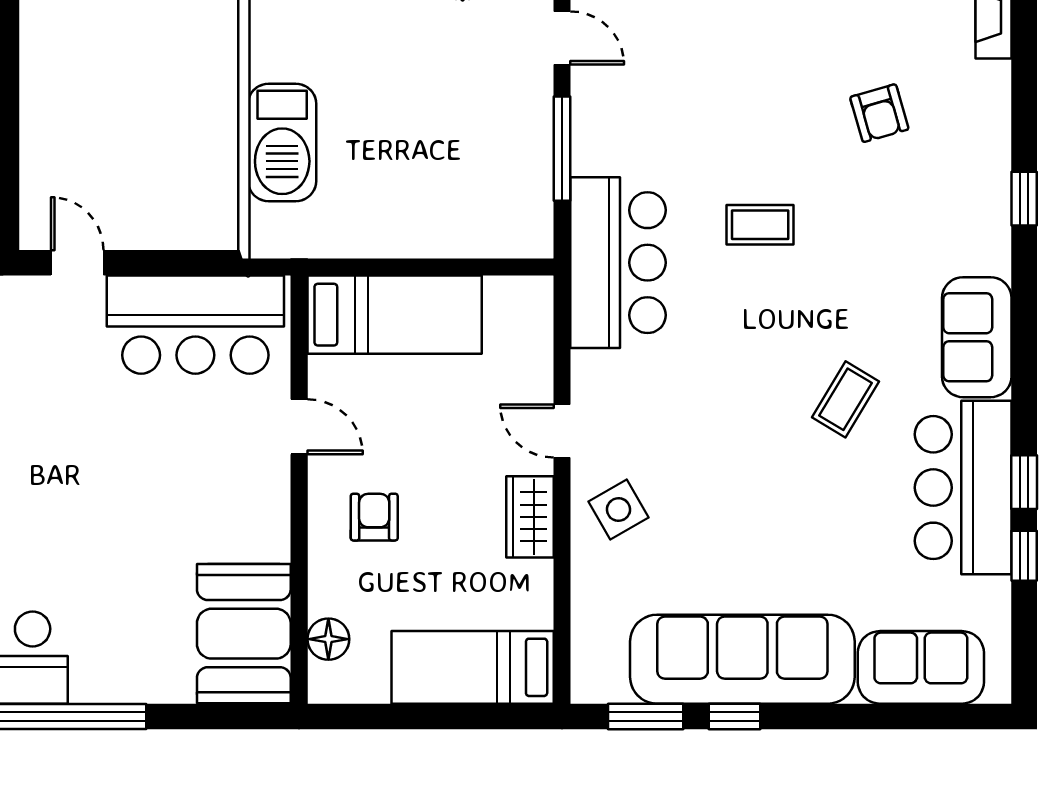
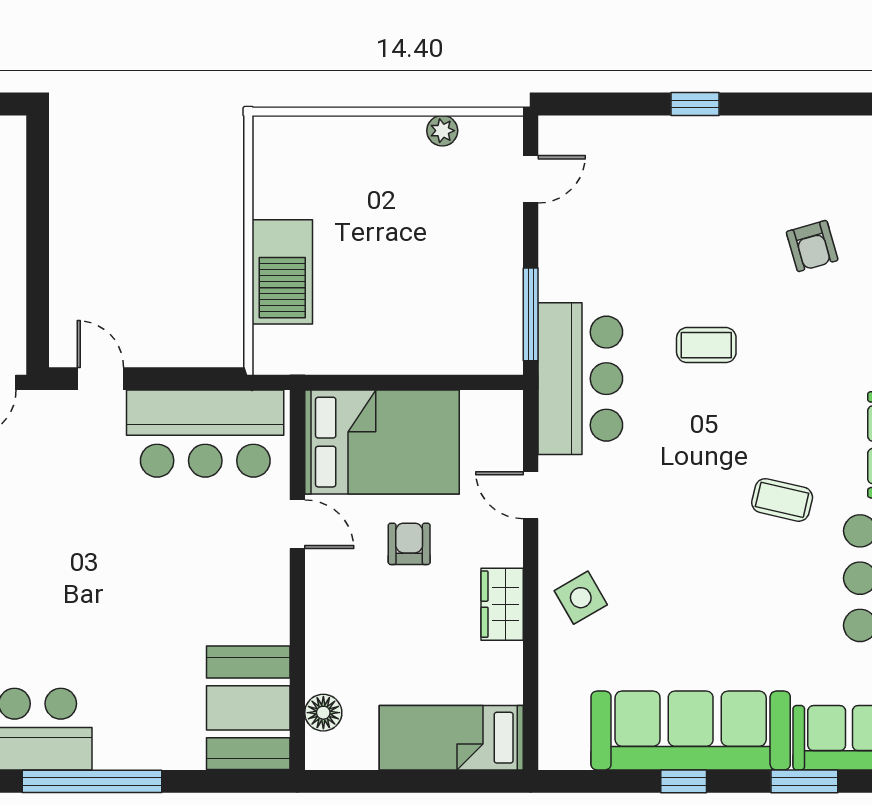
door: (562, 38) -> (531, 179), hinge flipped
window: (562, 149) -> (531, 314), moved
bed: (395, 315) -> (382, 442), width x1.50
coffee table: (845, 399) -> (782, 500), turned 72
door: (562, 431) -> (531, 495), moved
armchair: (374, 517) -> (409, 544), moved
window: (646, 716) -> (804, 781), moved

